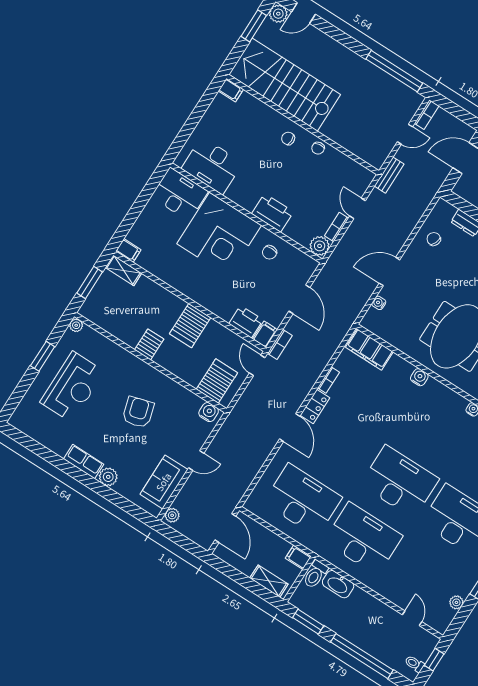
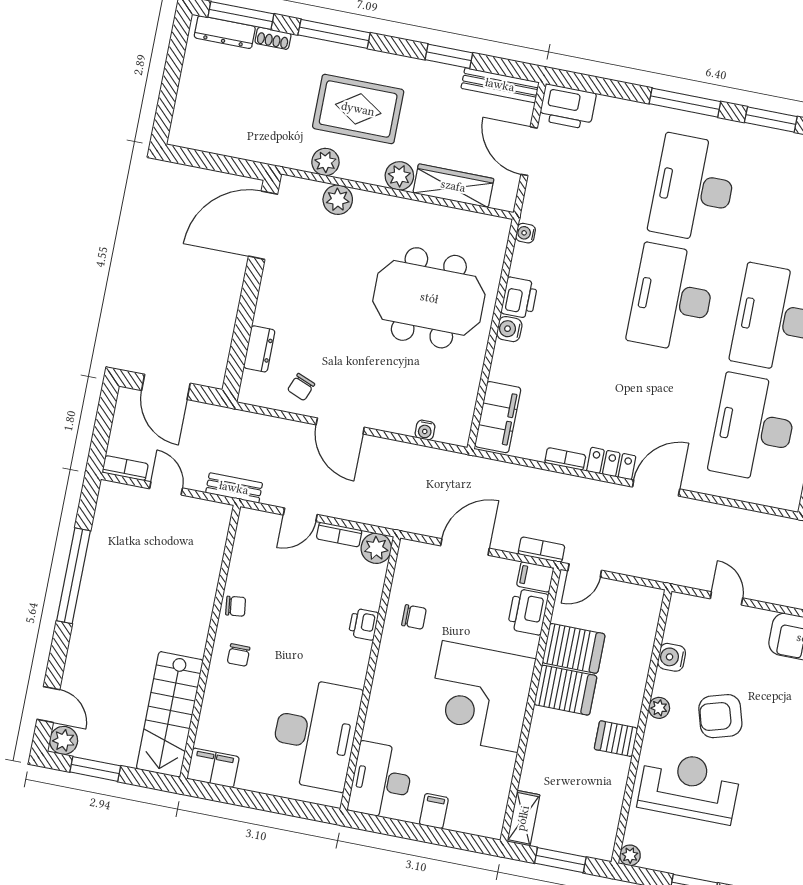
window: (394, 71) -> (74, 576), moved
stairs: (285, 85) -> (170, 714), width x0.73, depth x0.66
filing cabinet: (231, 90) -> (213, 768), width x2.00
desk: (212, 166) -> (315, 734), width x1.36, depth x1.30
printer: (273, 213) -> (364, 624), width x0.53, depth x0.68
corner desk: (219, 235) -> (480, 697), moved, turned 180
filing cabinet: (128, 251) -> (434, 811), moved
door: (389, 272) -> (340, 426), moved
plant: (157, 377) -> (659, 708), added
server rack: (217, 381) -> (574, 648), moved, turned 180
reception desk: (72, 387) -> (689, 787), moved
printer: (436, 391) -> (519, 298), added
water cooler: (209, 412) -> (672, 657), moved
door: (196, 461) -> (726, 598), moved

